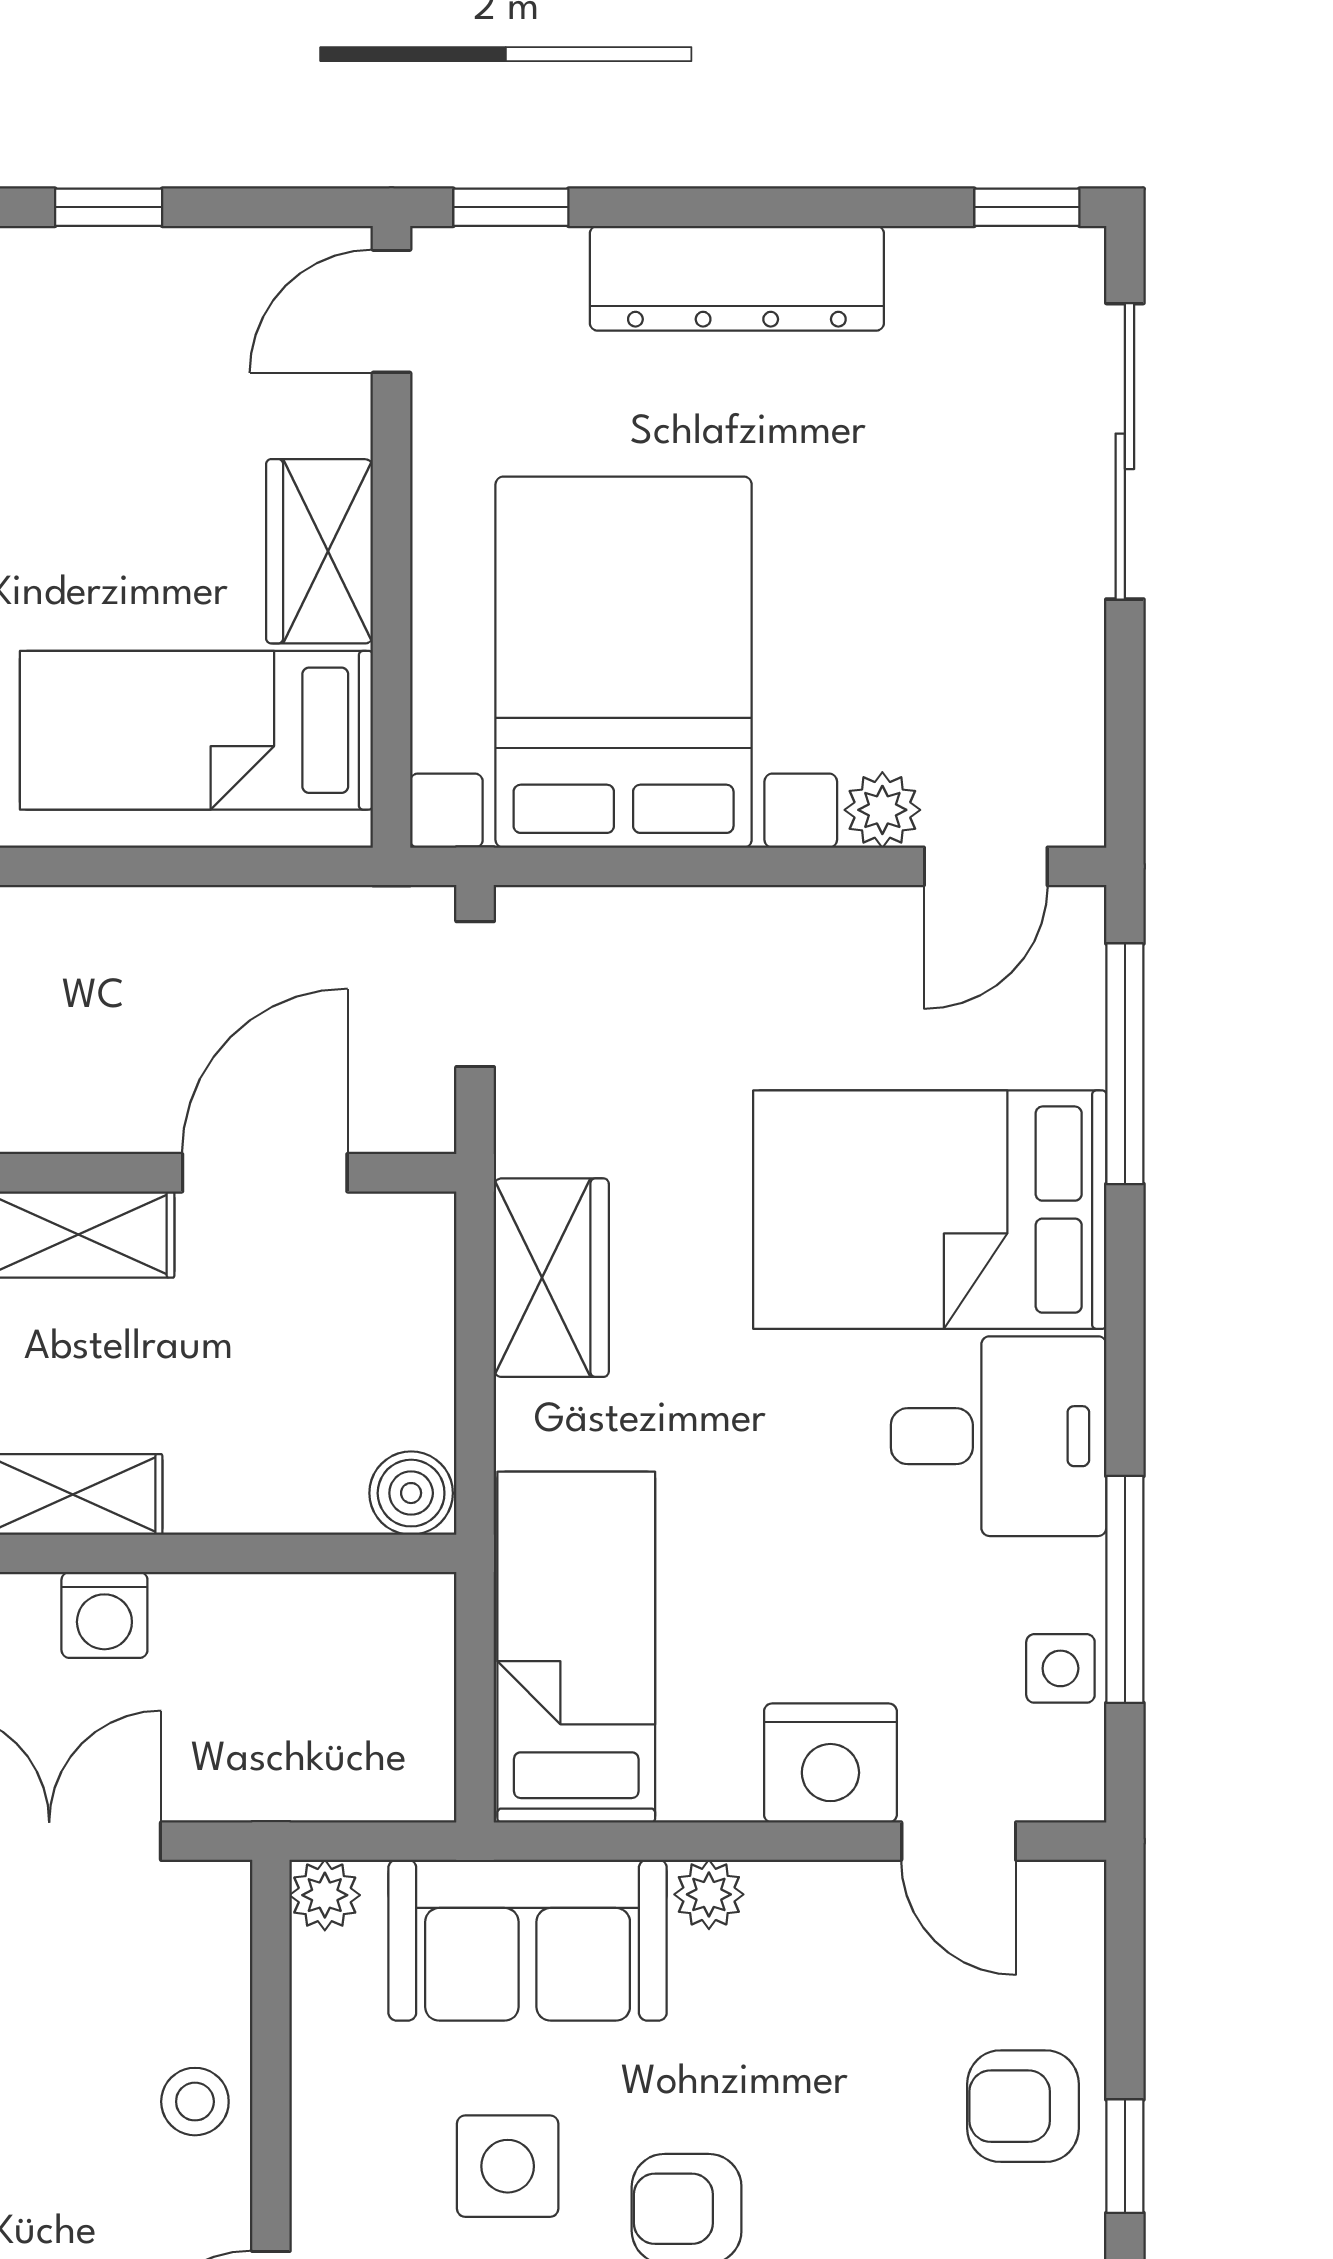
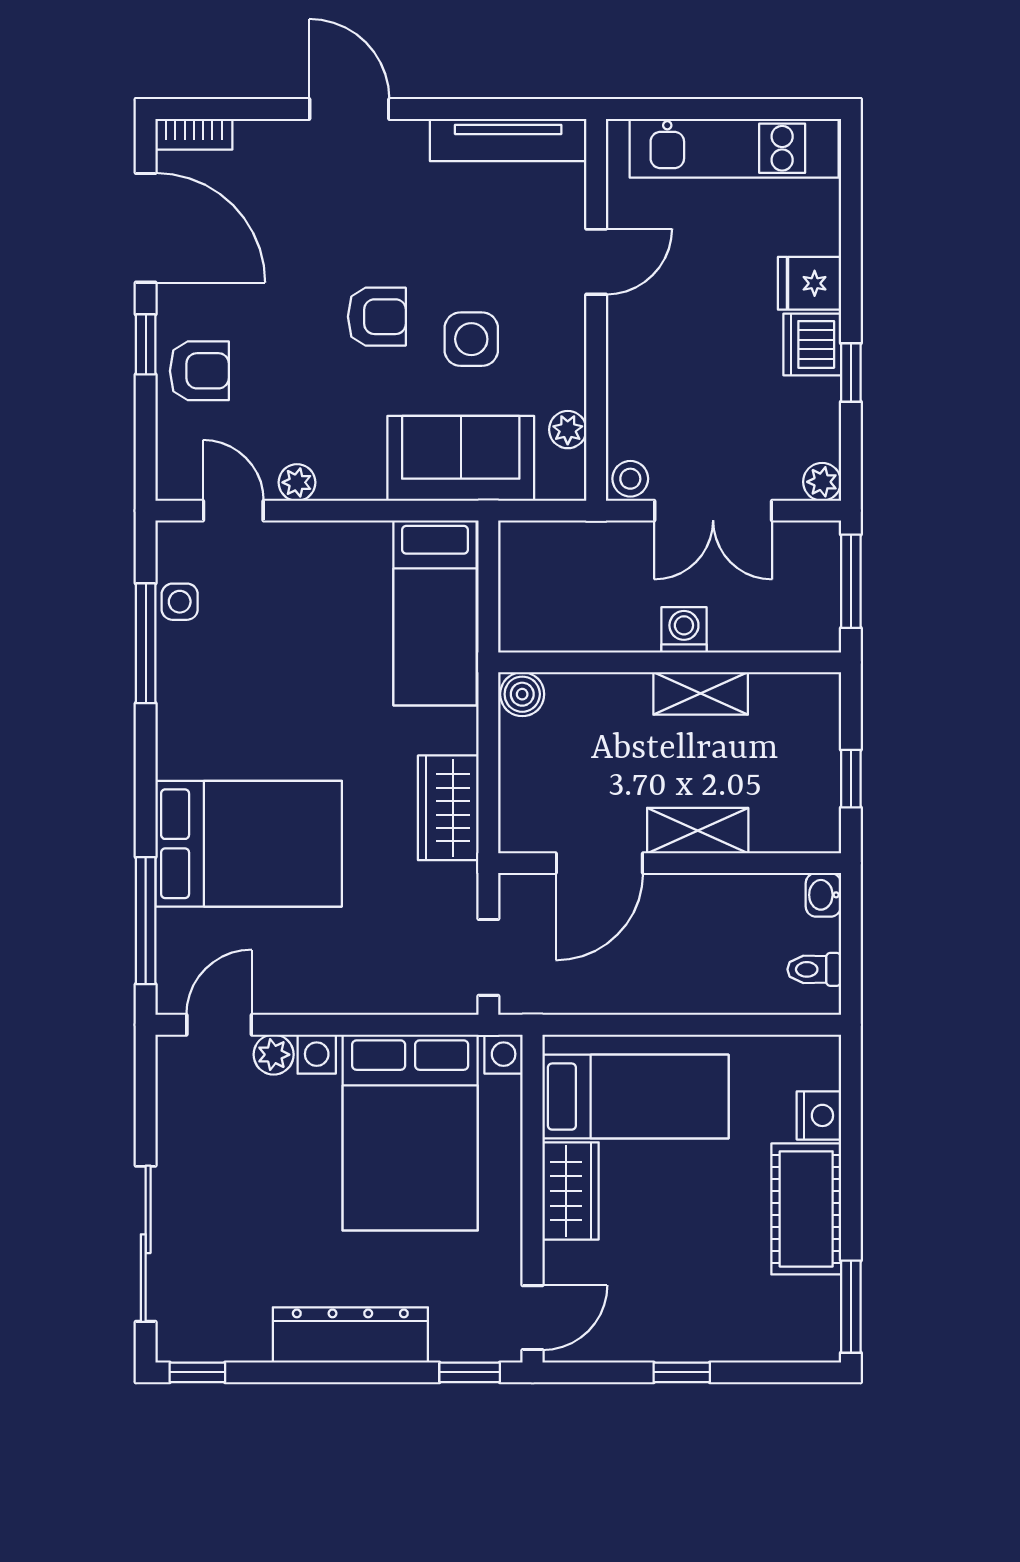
desk: (999, 1436) -> (212, 724), removed
nightstand: (830, 1763) -> (301, 552), removed
plant: (709, 1894) -> (297, 482), moved
plant: (325, 1895) -> (568, 430), moved
stool: (195, 2102) -> (630, 479), moved

